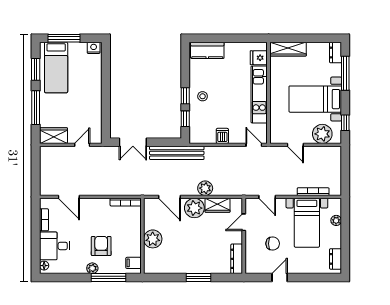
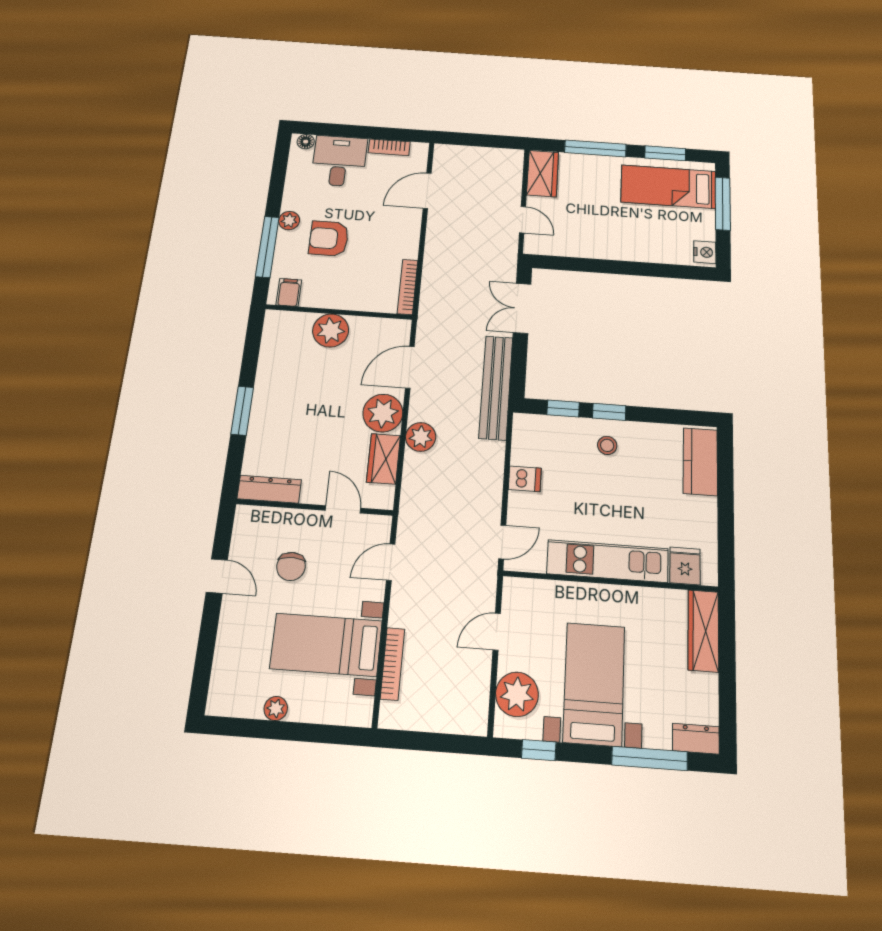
plant: (336, 220) -> (276, 708), moved
armchair: (101, 246) -> (329, 239), turned 180
dresser: (336, 259) -> (239, 704), removed

